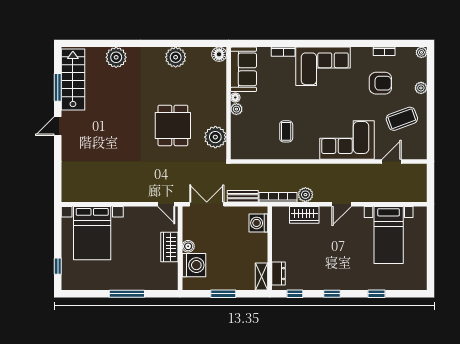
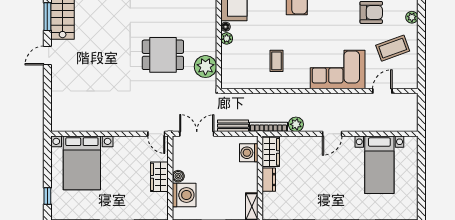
dining table: (173, 125) -> (163, 55), turned 90
wardrobe: (304, 215) -> (271, 152), moved, turned -90
dresser: (278, 274) -> (269, 180), moved

